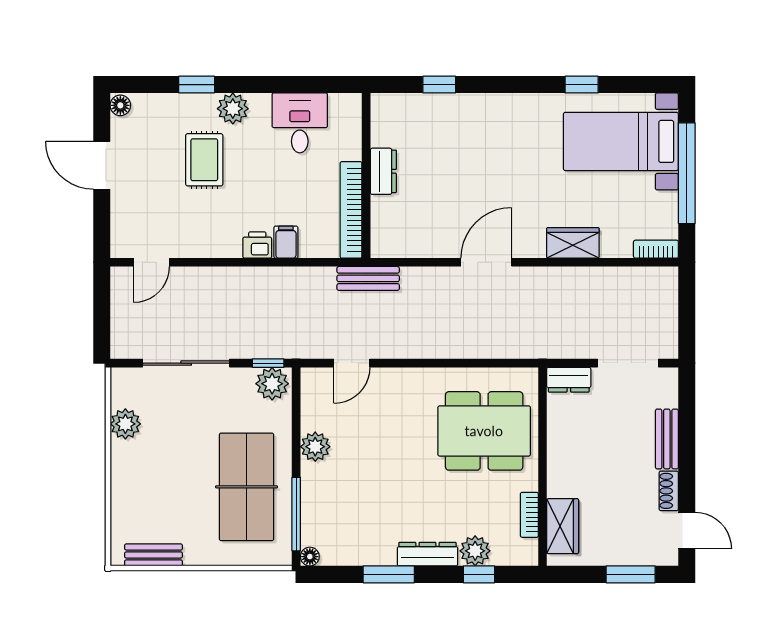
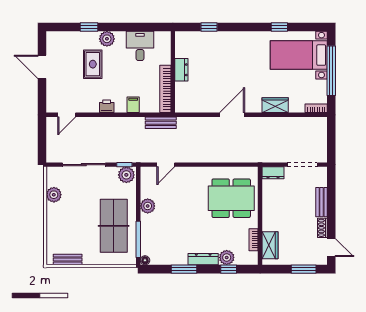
floor lamp: (120, 105) -> (51, 37), removed
printer: (257, 245) -> (107, 106), moved
bench: (368, 278) -> (161, 123), moved

